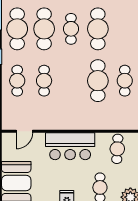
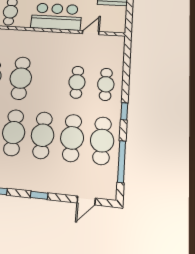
cafe table: (71, 29) -> (43, 135), width x1.37, depth x1.35
door: (24, 131) -> (91, 33), moved

